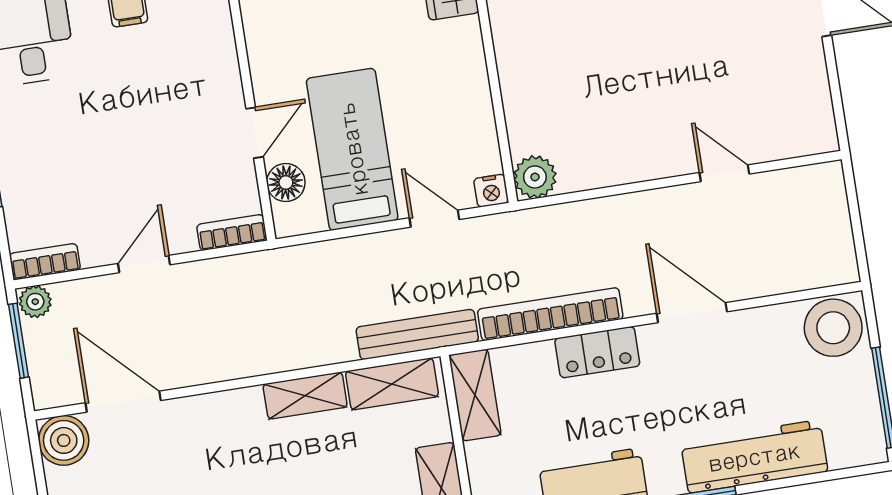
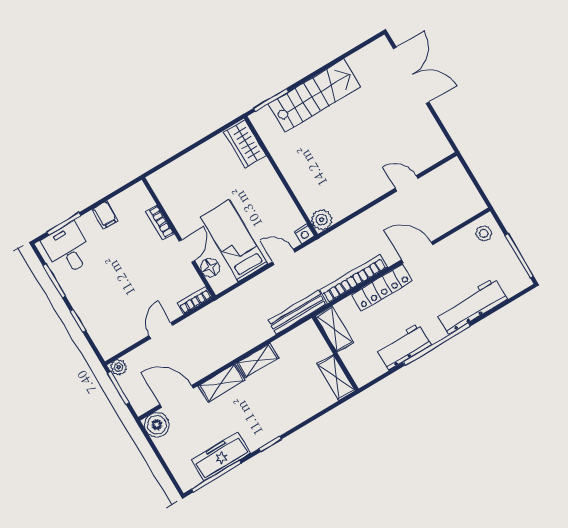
bookcase: (45, 262) -> (160, 223), moved, turned -90
stool: (833, 328) -> (484, 233), width x0.53, depth x0.53
locker: (597, 352) -> (382, 287), width x1.53
shelving: (392, 384) -> (221, 383), moved

